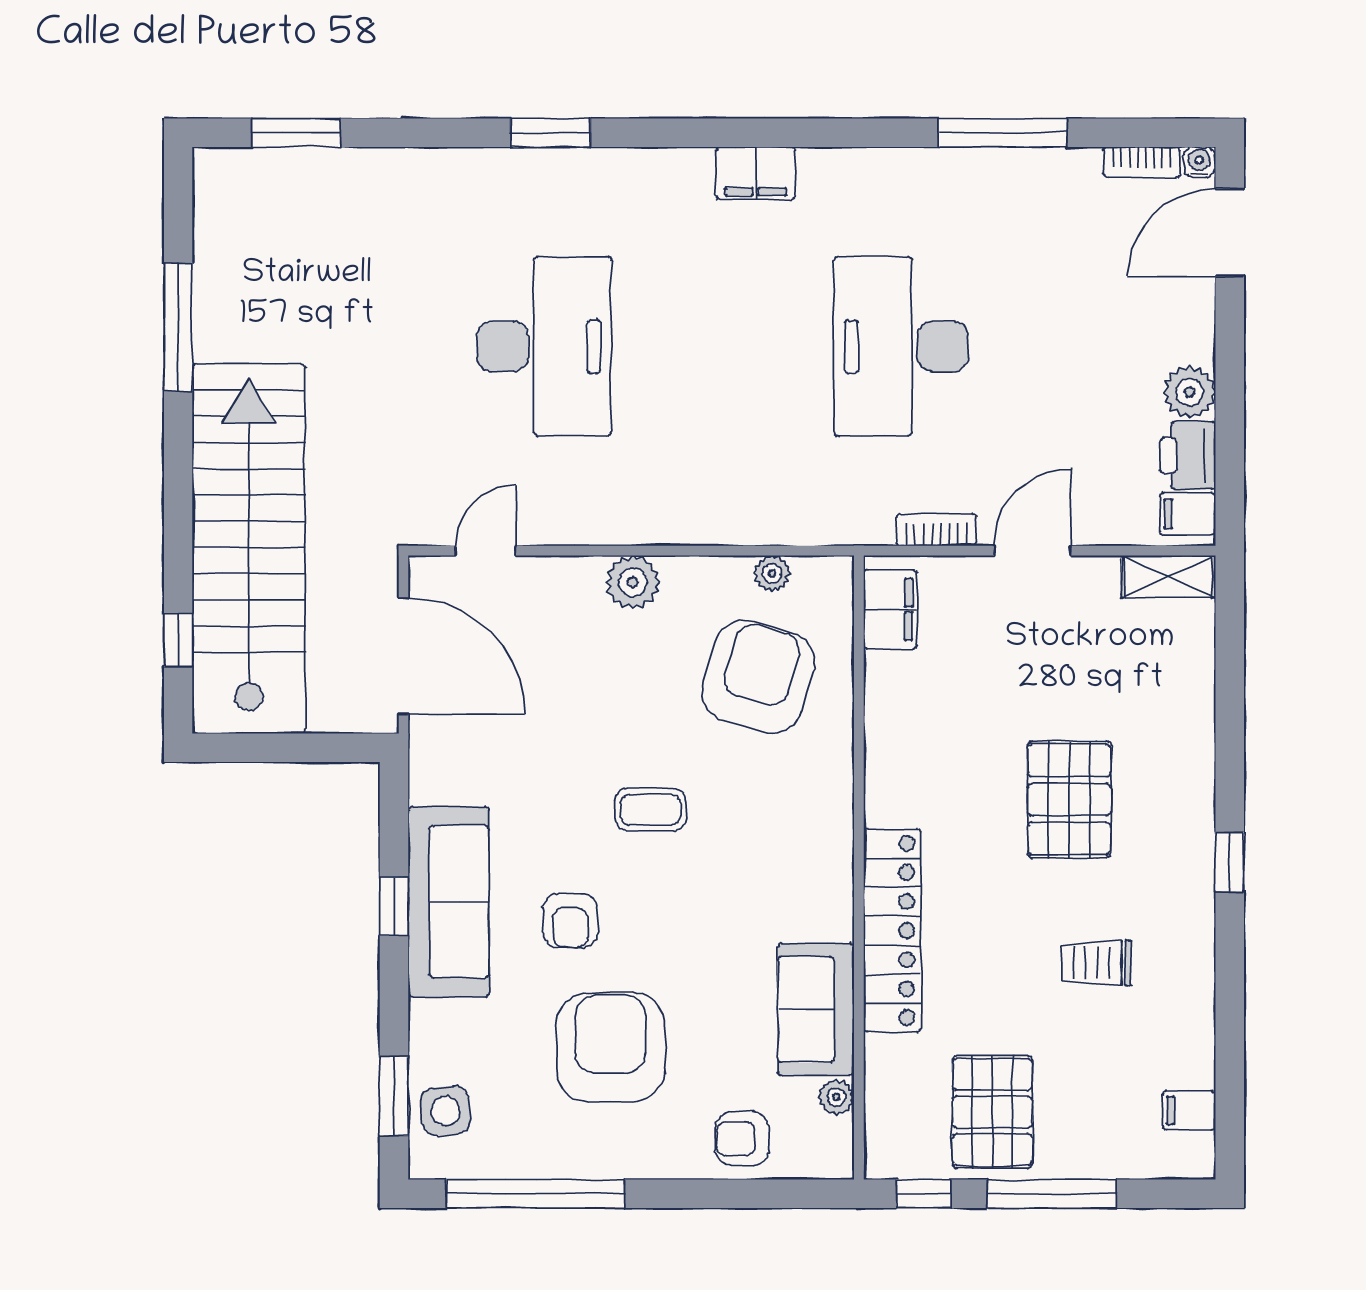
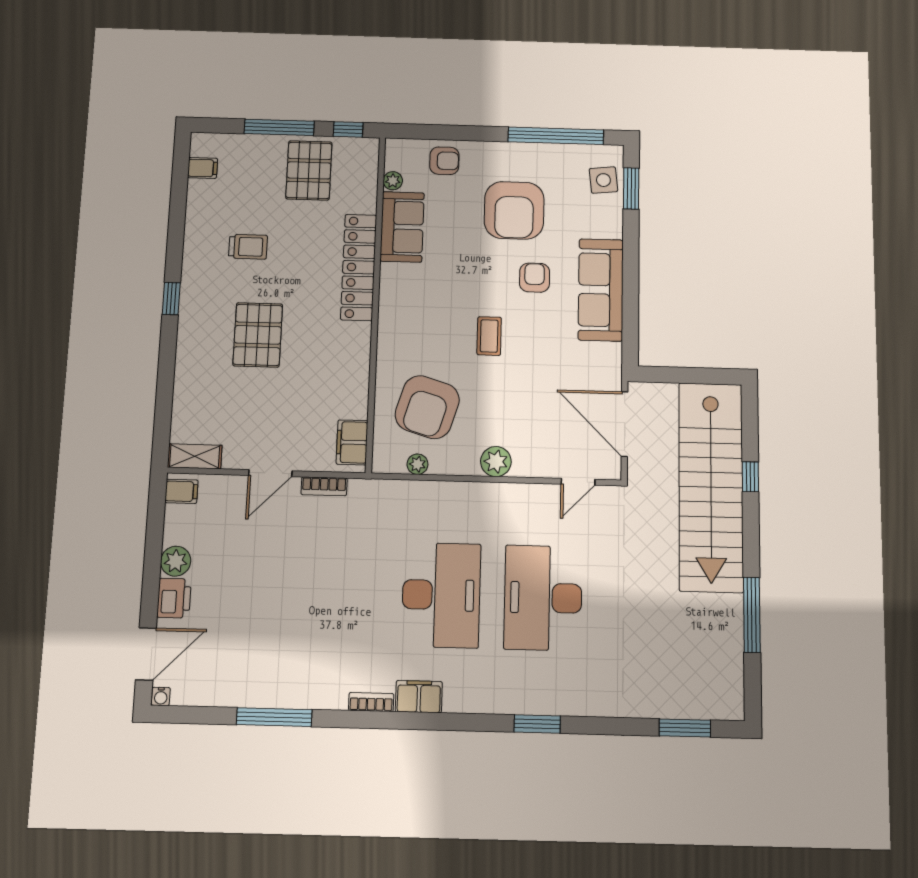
bookcase: (1142, 162) -> (371, 702), moved
desk: (901, 346) -> (441, 595), moved
printer: (1188, 456) -> (174, 598), moved
window: (178, 640) -> (750, 477), moved
coffee table: (650, 810) -> (489, 336), turned 90
window: (394, 907) -> (631, 288), removed

